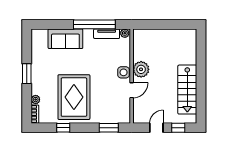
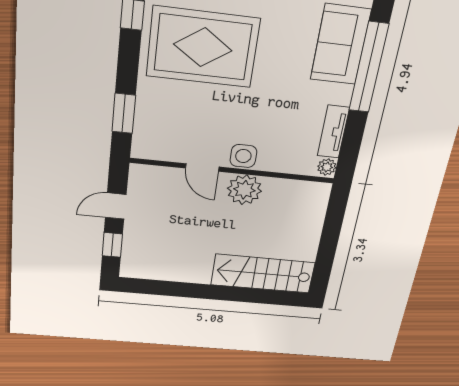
window: (94, 24) -> (369, 68), moved
stairs: (187, 90) -> (263, 274), moved
door: (156, 128) -> (116, 206), swing flipped

